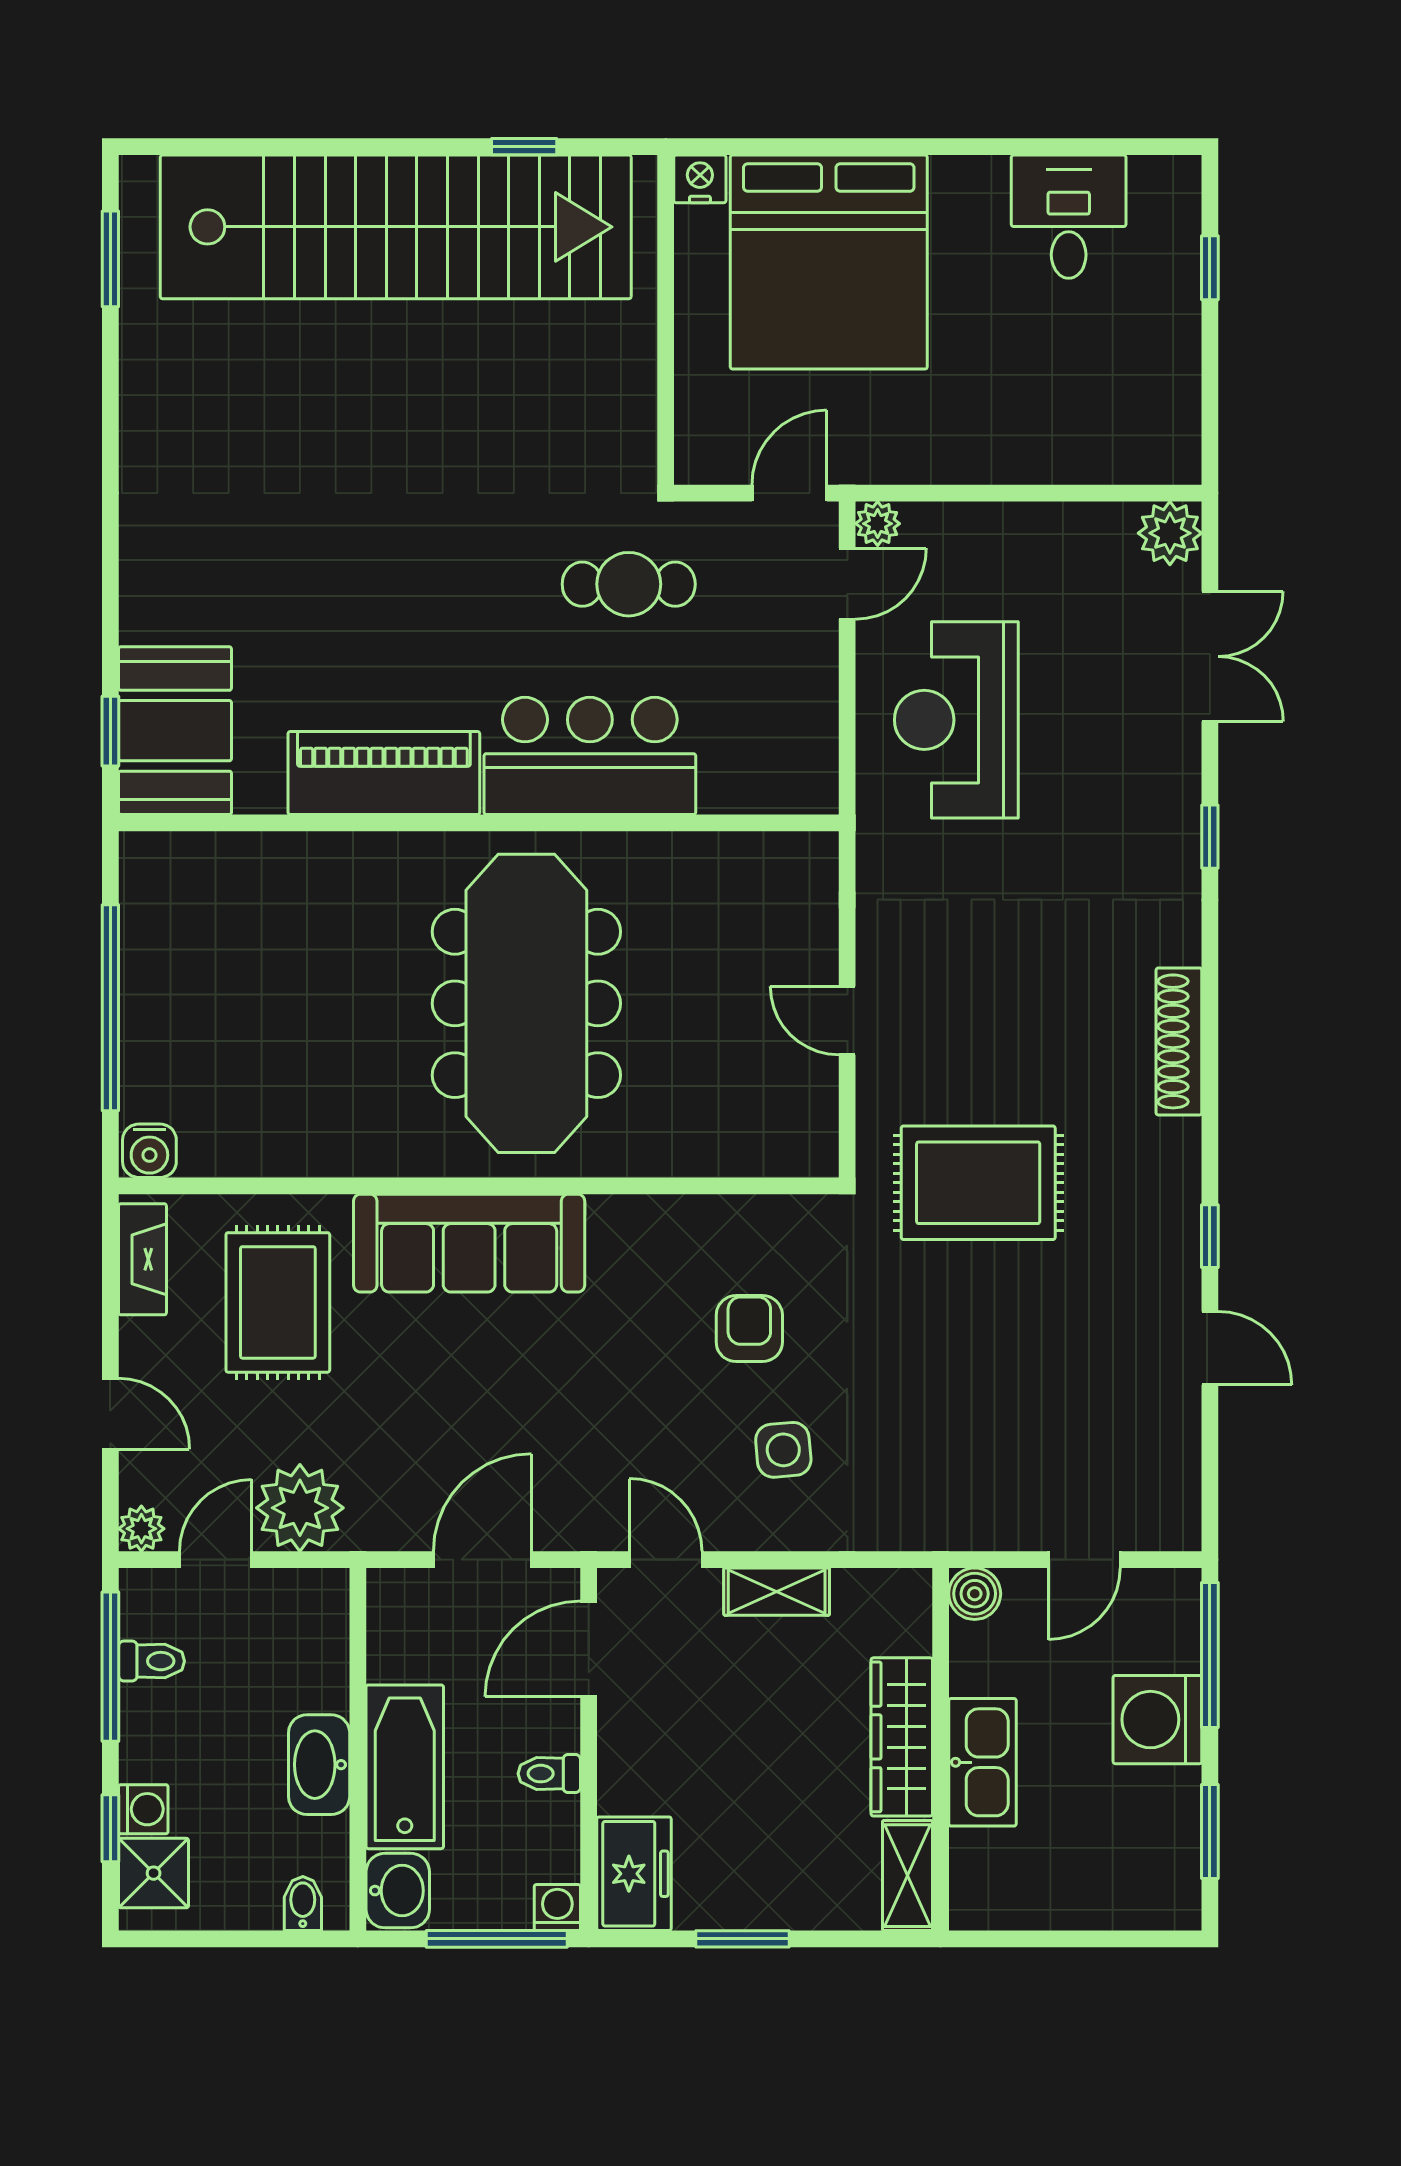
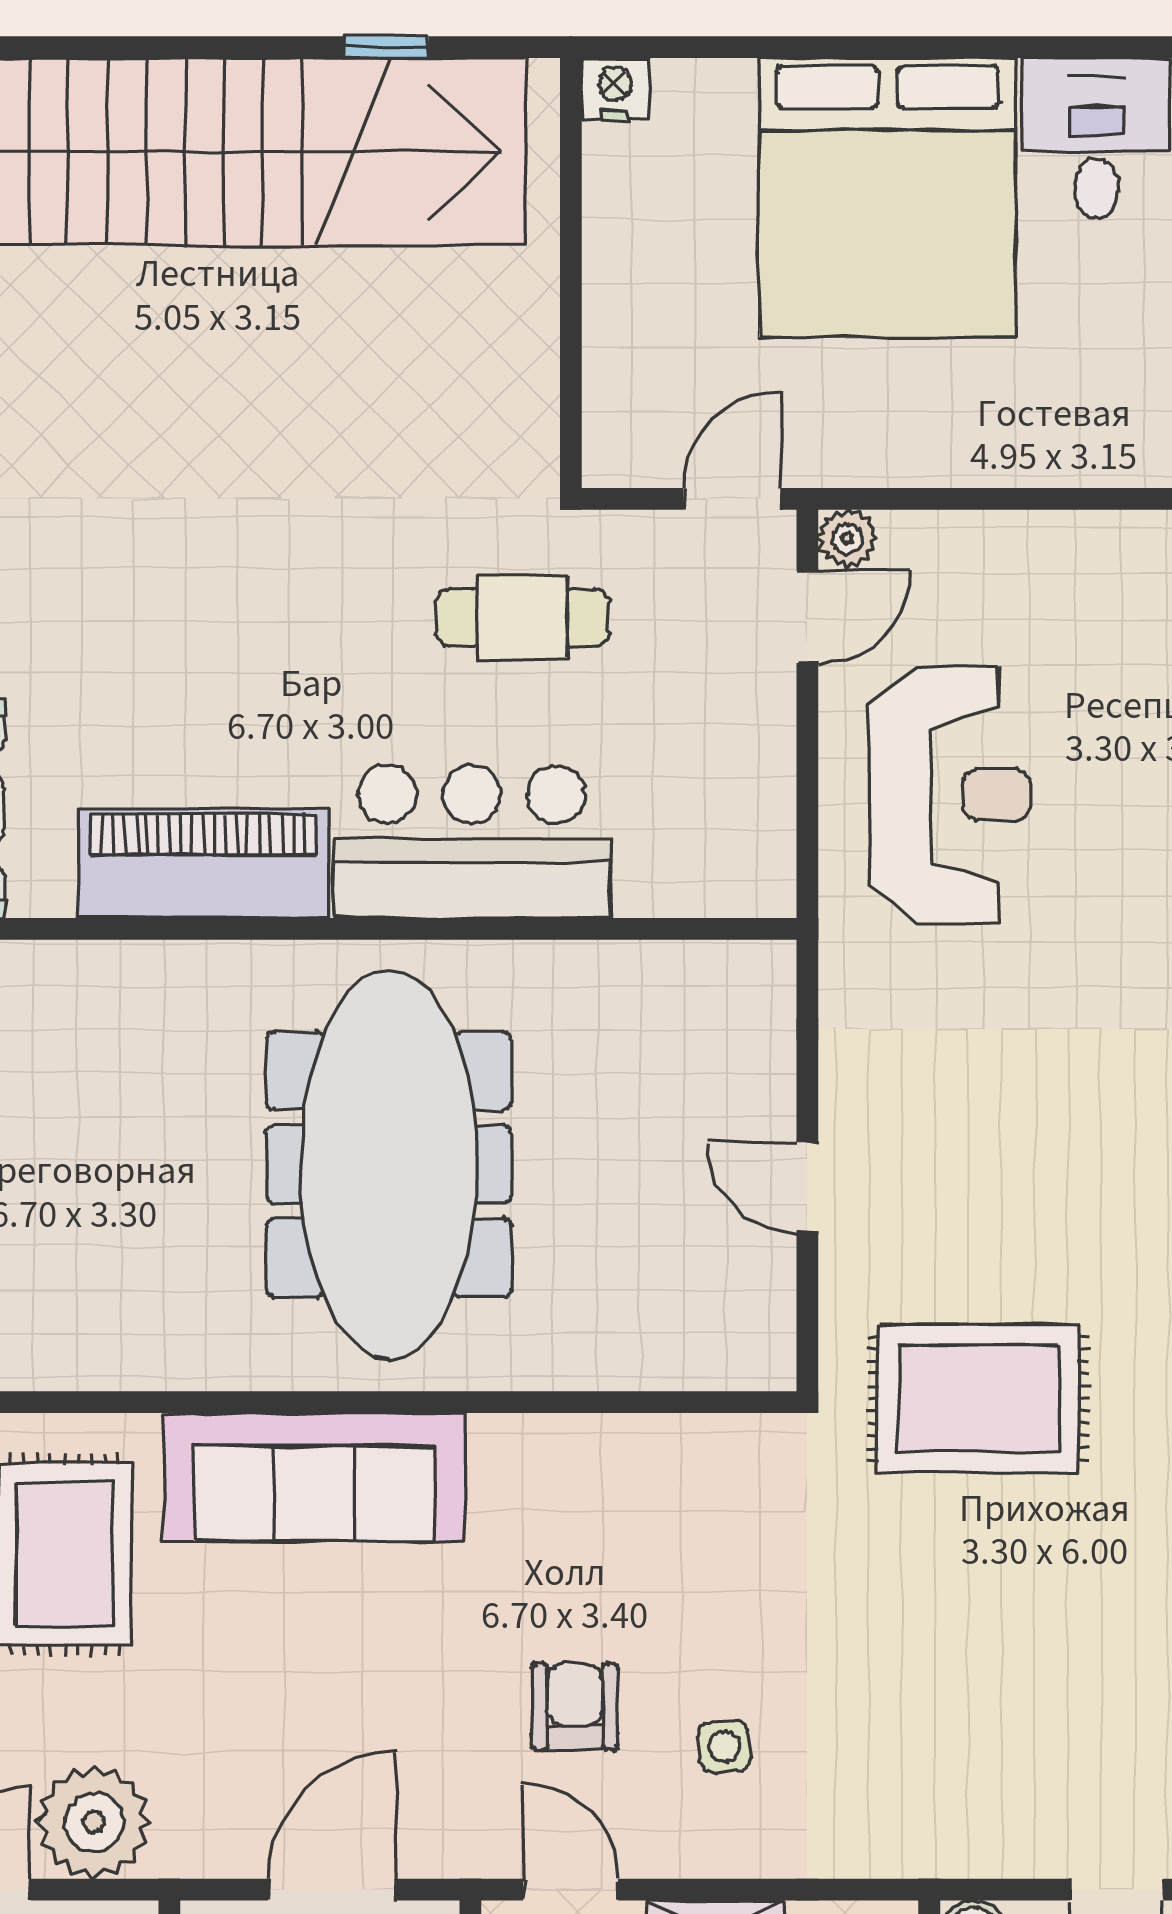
bed: (829, 262) -> (888, 197), moved
reception desk: (956, 720) -> (950, 795), turned 180
armchair: (749, 1329) -> (575, 1707), moved
side table: (783, 1450) -> (724, 1747), width x0.73, depth x0.73

